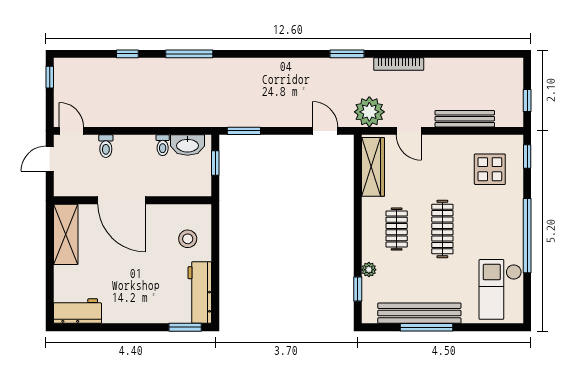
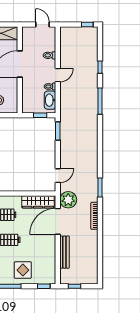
door: (71, 131) -> (58, 75), moved
door: (409, 131) -> (58, 221), width x1.88
display table: (490, 169) -> (23, 270), moved

